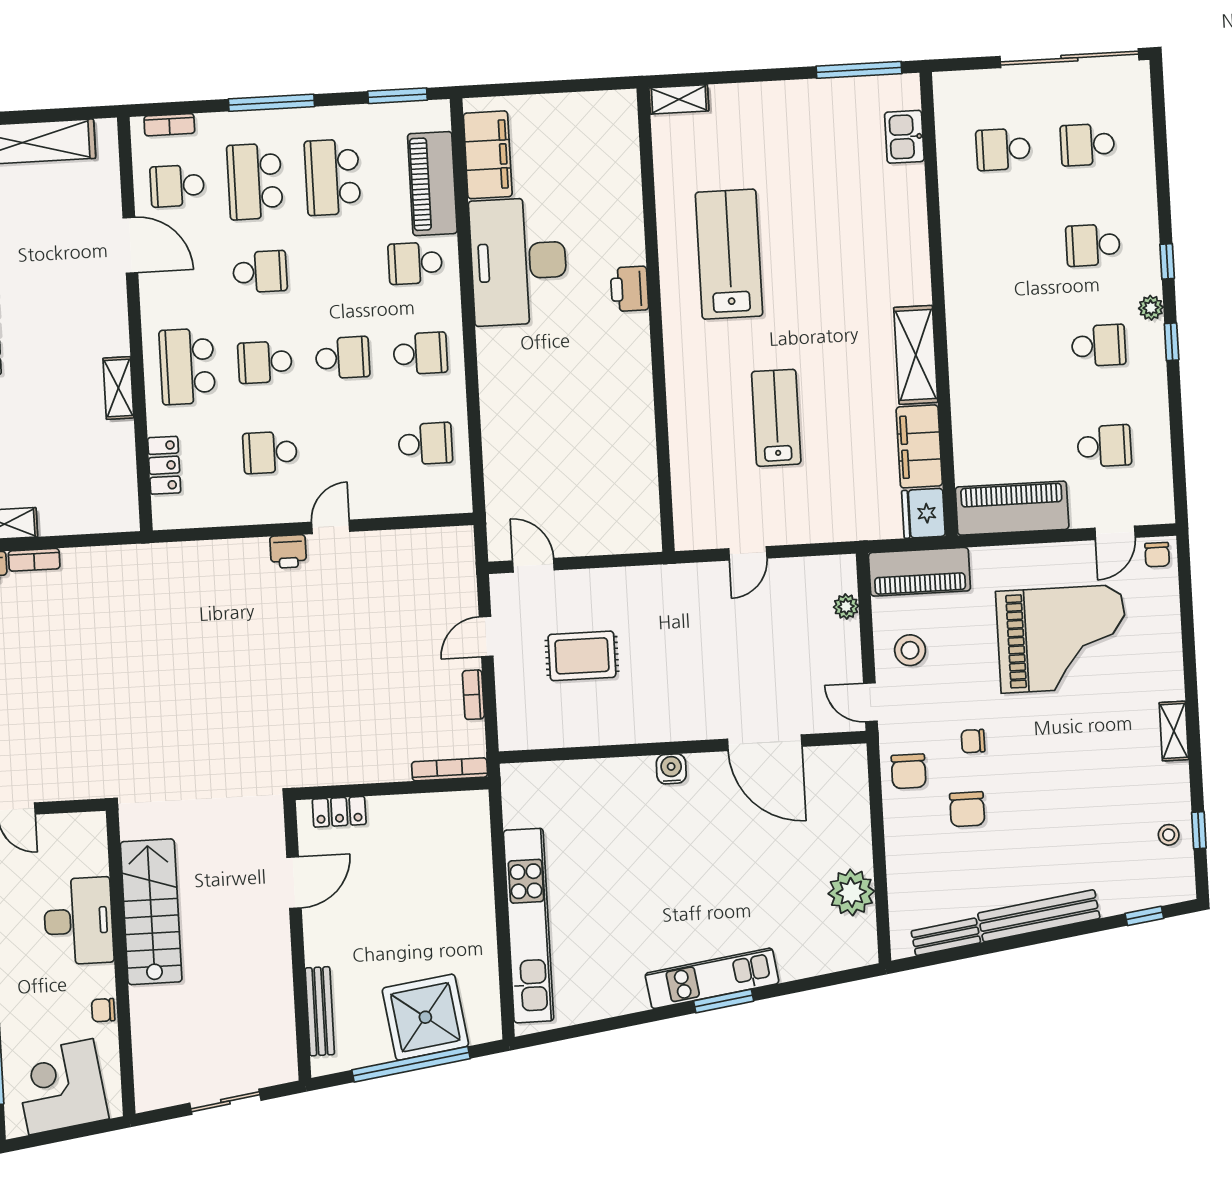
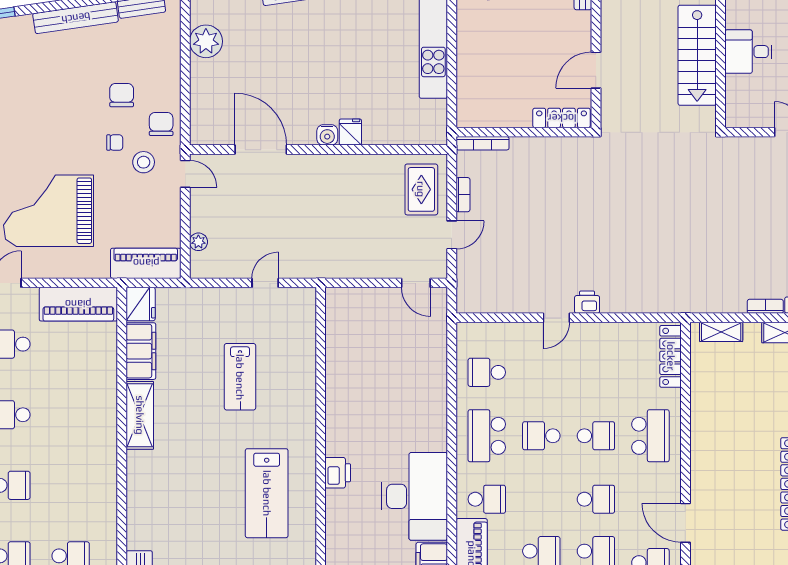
school desk: (260, 272) -> (596, 499), turned 180
school desk: (420, 353) -> (487, 436), width x1.85
shelving: (118, 388) -> (721, 332), moved, turned 90
school desk: (270, 452) -> (596, 372), removed
locker: (164, 465) -> (671, 356), width x1.53
stool: (910, 650) -> (144, 162), moved
rug: (582, 656) -> (421, 189), moved, turned 90
fridge: (639, 775) -> (350, 132), added
locker: (339, 812) -> (562, 118), width x1.53
desk: (78, 921) -> (748, 52), width x0.73

